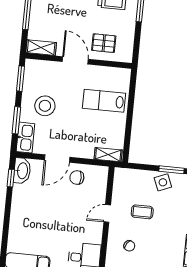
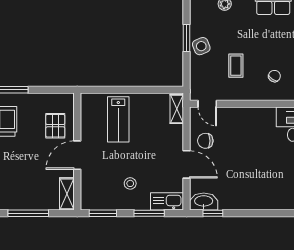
stool: (45, 106) -> (130, 183), width x0.53, depth x0.53
chair: (77, 178) -> (205, 141), turned 90
door: (107, 213) -> (207, 104), moved

